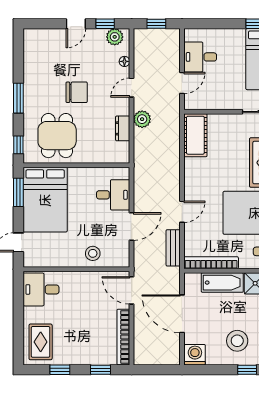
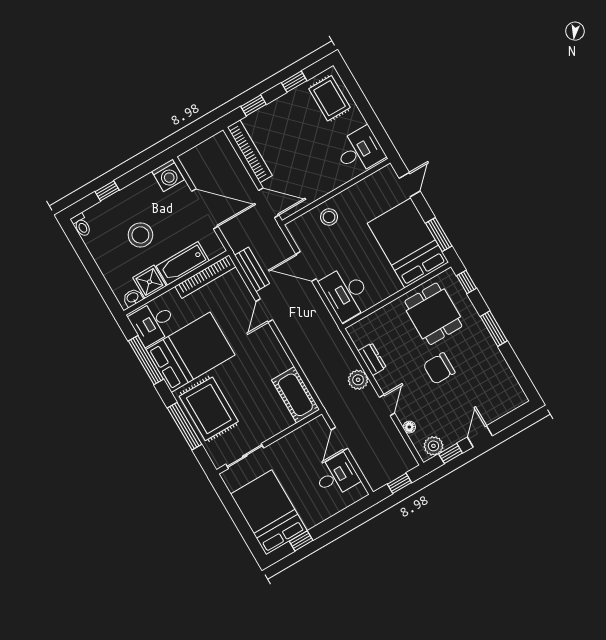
desk: (113, 195) -> (346, 293), width x1.37
door: (132, 226) -> (306, 267), hinge flipped
stool: (237, 341) -> (140, 235), moved

